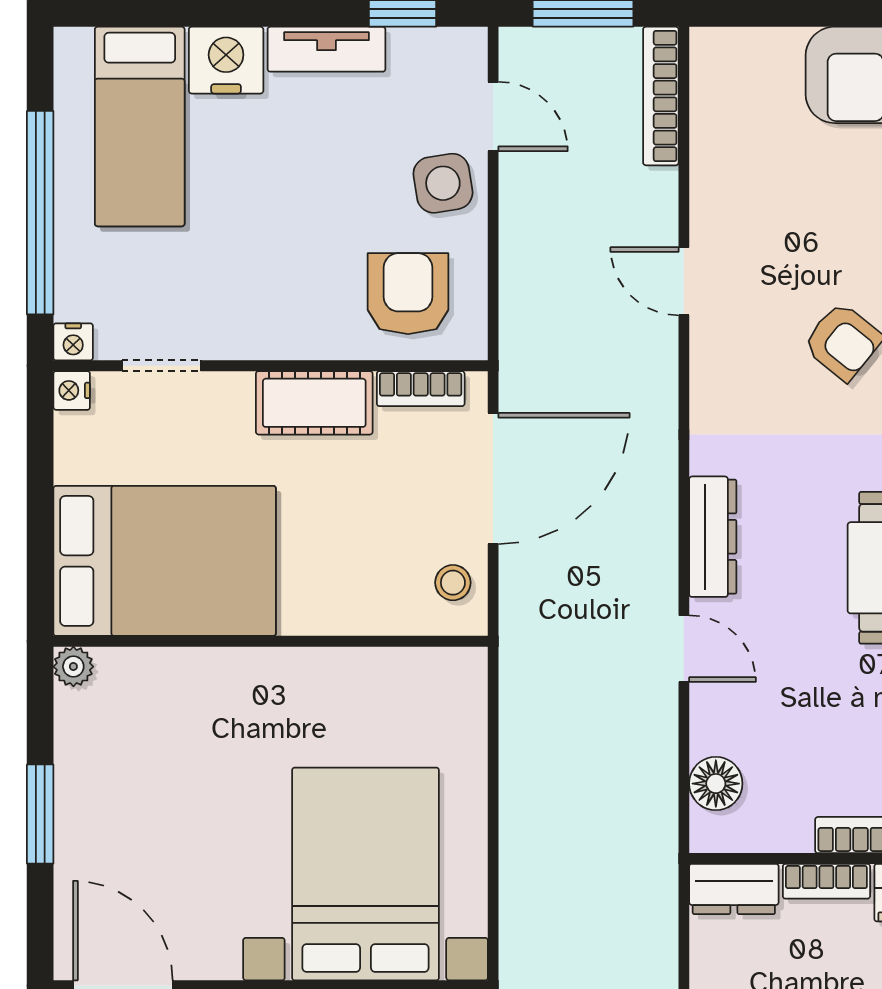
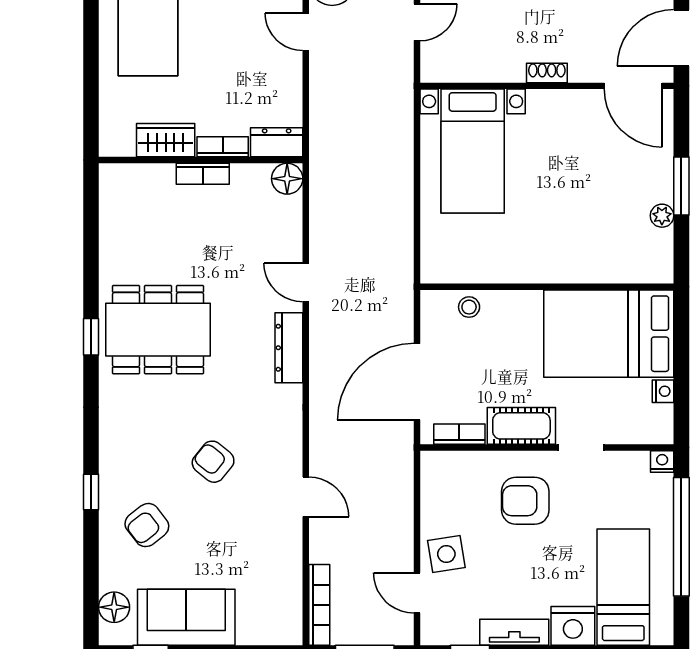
armchair: (408, 294) -> (525, 501), moved, turned 90
doorway: (161, 366) -> (581, 447), moved
nightstand: (72, 390) -> (663, 391), moved
stool: (453, 583) -> (469, 307), moved
plant: (73, 667) -> (662, 216), moved
floor lamp: (716, 784) -> (287, 179), moved
bed with nightstands: (365, 874) -> (473, 151), width x0.73

